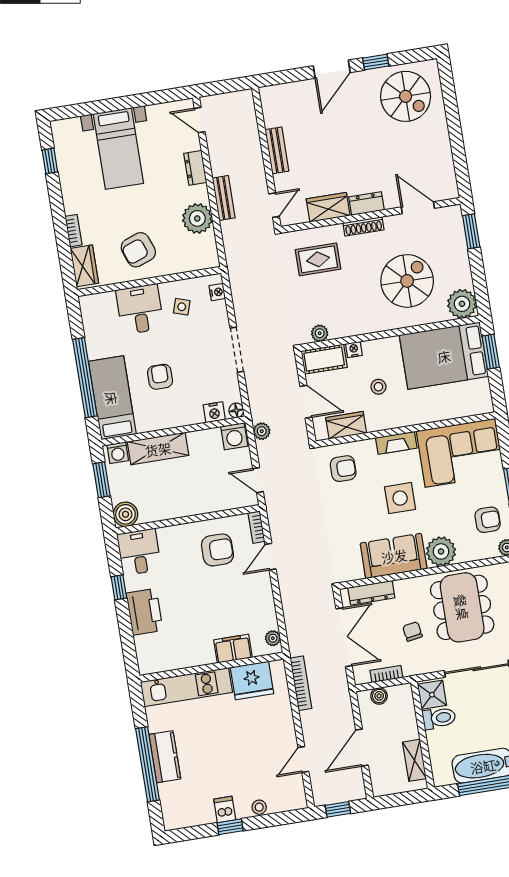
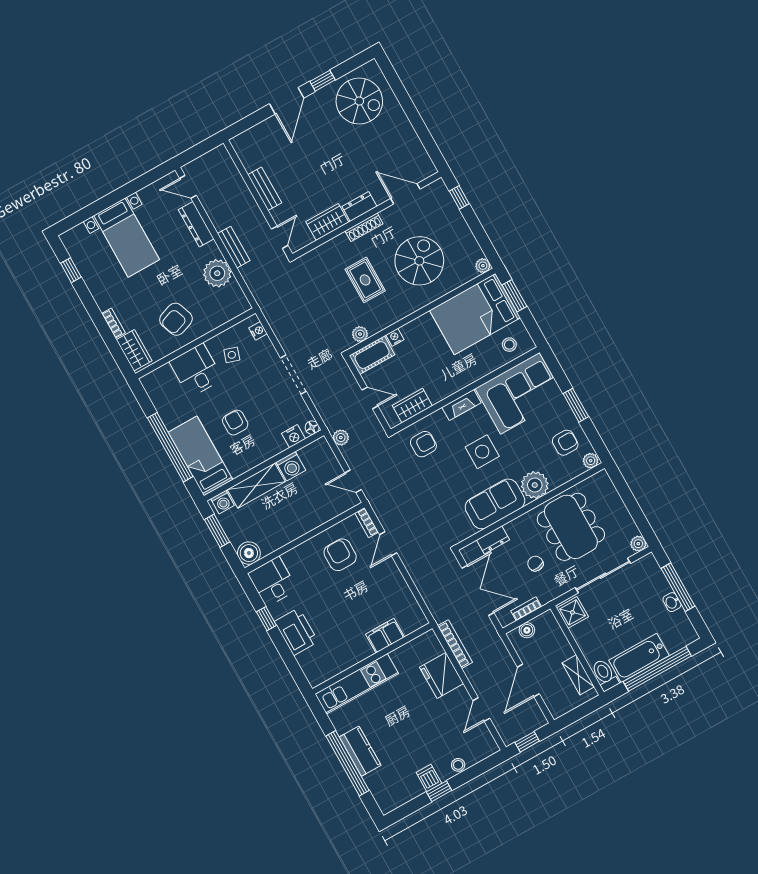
dresser: (195, 168) -> (196, 224), width x1.44
window: (471, 231) -> (459, 197), width x0.67
rug: (318, 259) -> (365, 280), moved, turned 90
plant: (462, 304) -> (483, 266), width x0.53, depth x0.53
stool: (378, 387) -> (509, 345), moved
door: (306, 402) -> (370, 398), width x0.73
washing machine: (234, 436) -> (291, 466), moved
armchair: (217, 550) -> (340, 555), turned -90
dresser: (371, 593) -> (493, 540), width x0.70
plant: (273, 638) -> (416, 614), removed
fridge: (252, 680) -> (441, 675), moved, turned 90
toilet: (439, 718) -> (605, 675), moved, turned -90

